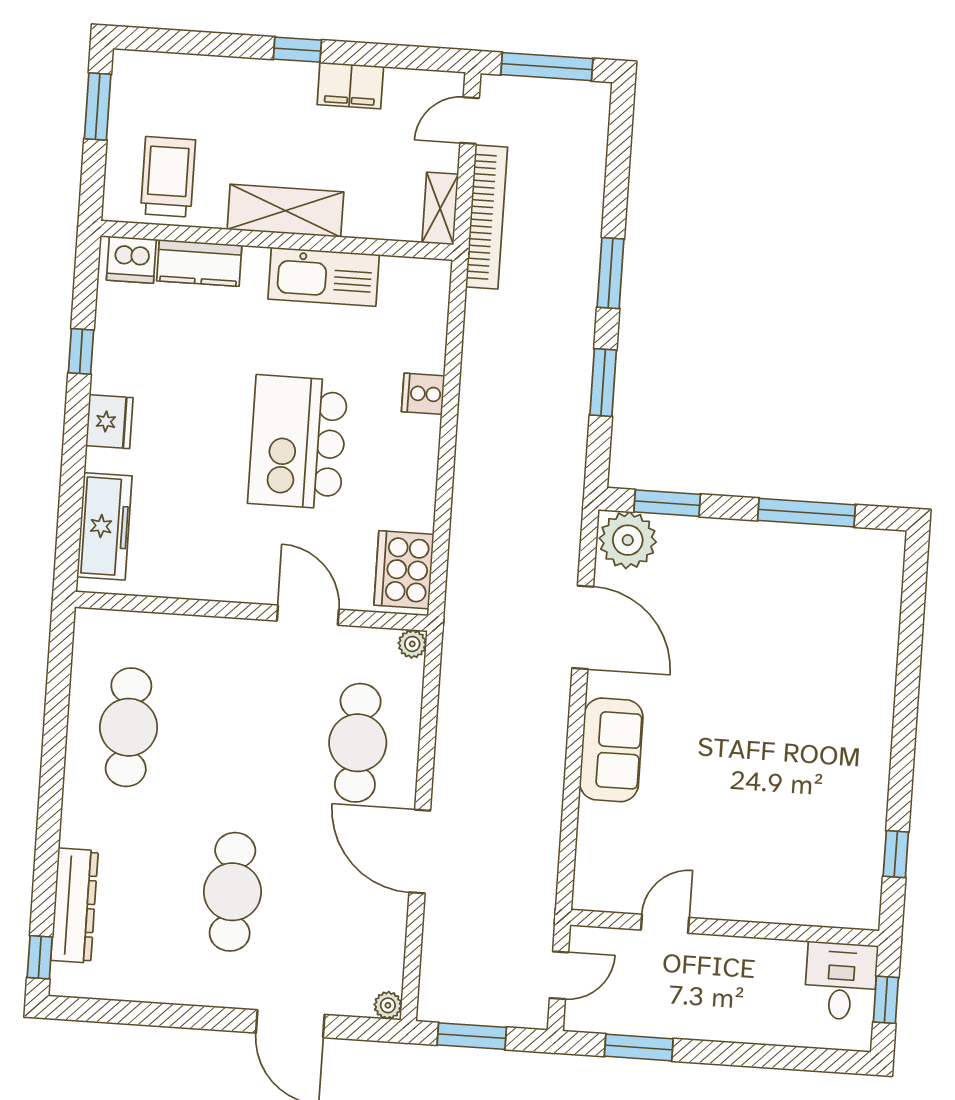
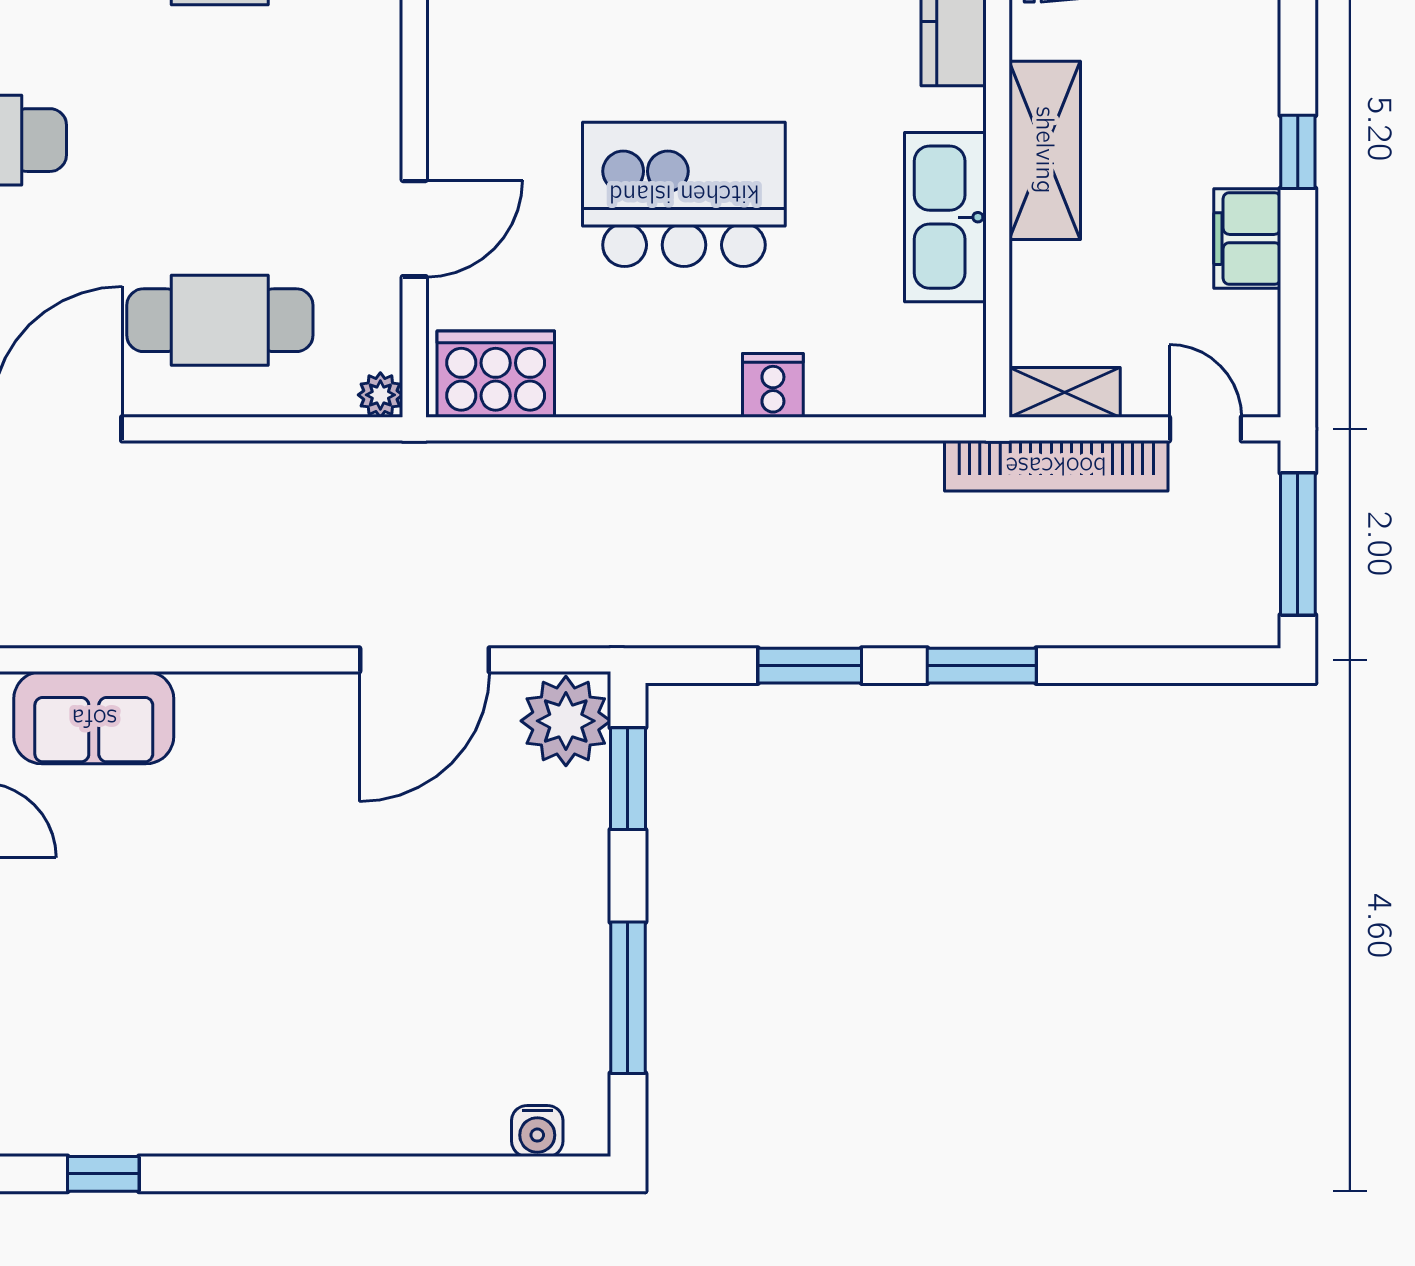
water cooler: (887, 576) -> (537, 1131), added
sofa: (611, 750) -> (94, 718), moved

